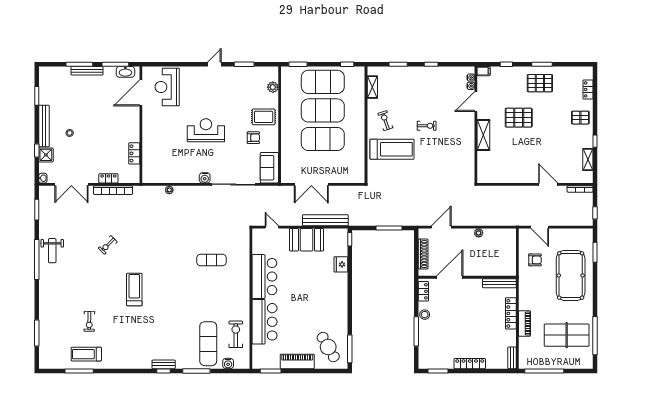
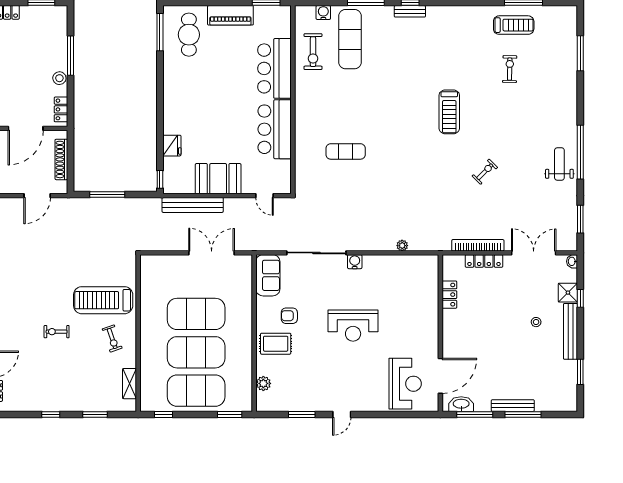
locker: (108, 178) -> (484, 261), width x1.53
cafe table: (328, 347) -> (189, 35), turned 30

